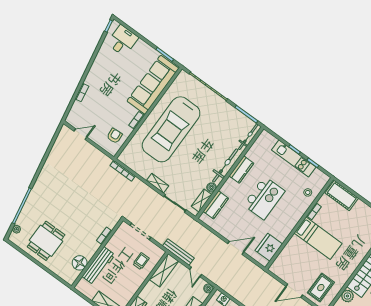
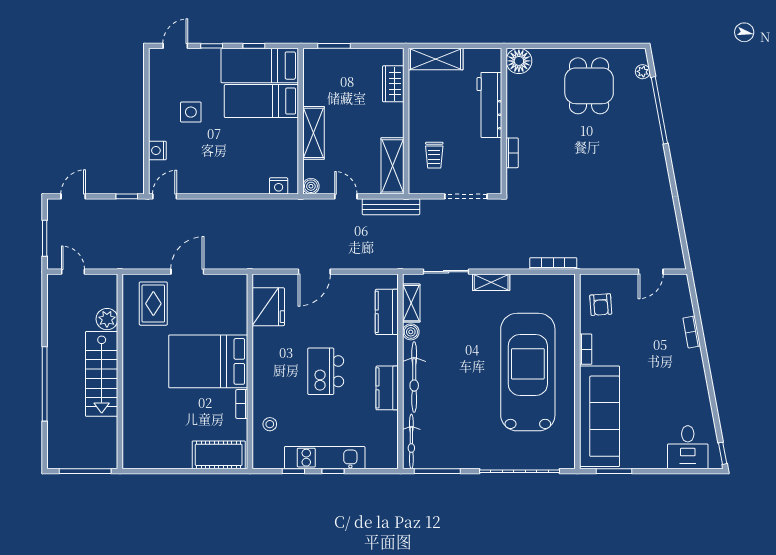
kitchen island: (264, 198) -> (326, 371), width x0.73, depth x0.78
bed: (318, 238) -> (208, 361), width x1.50
floor lamp: (80, 263) -> (519, 61), moved

